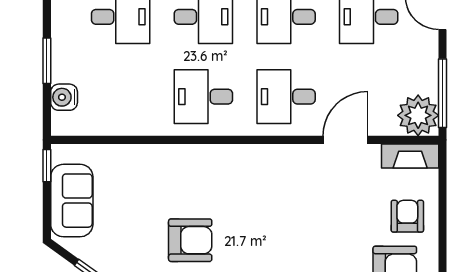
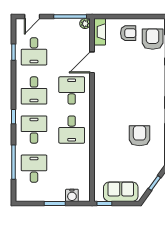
desk: (286, 97) -> (72, 90), turned 180
plant: (418, 115) -> (85, 24), width x0.53, depth x0.53
door: (345, 140) -> (92, 62), hinge flipped
armchair: (407, 216) -> (128, 33), turned 180

